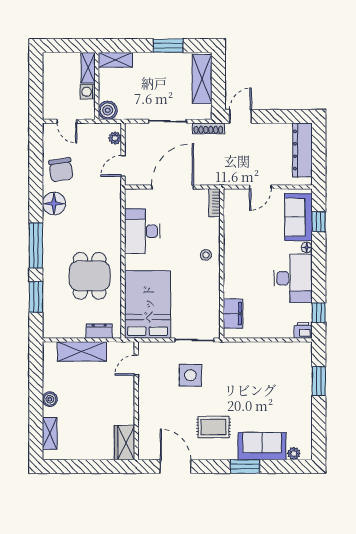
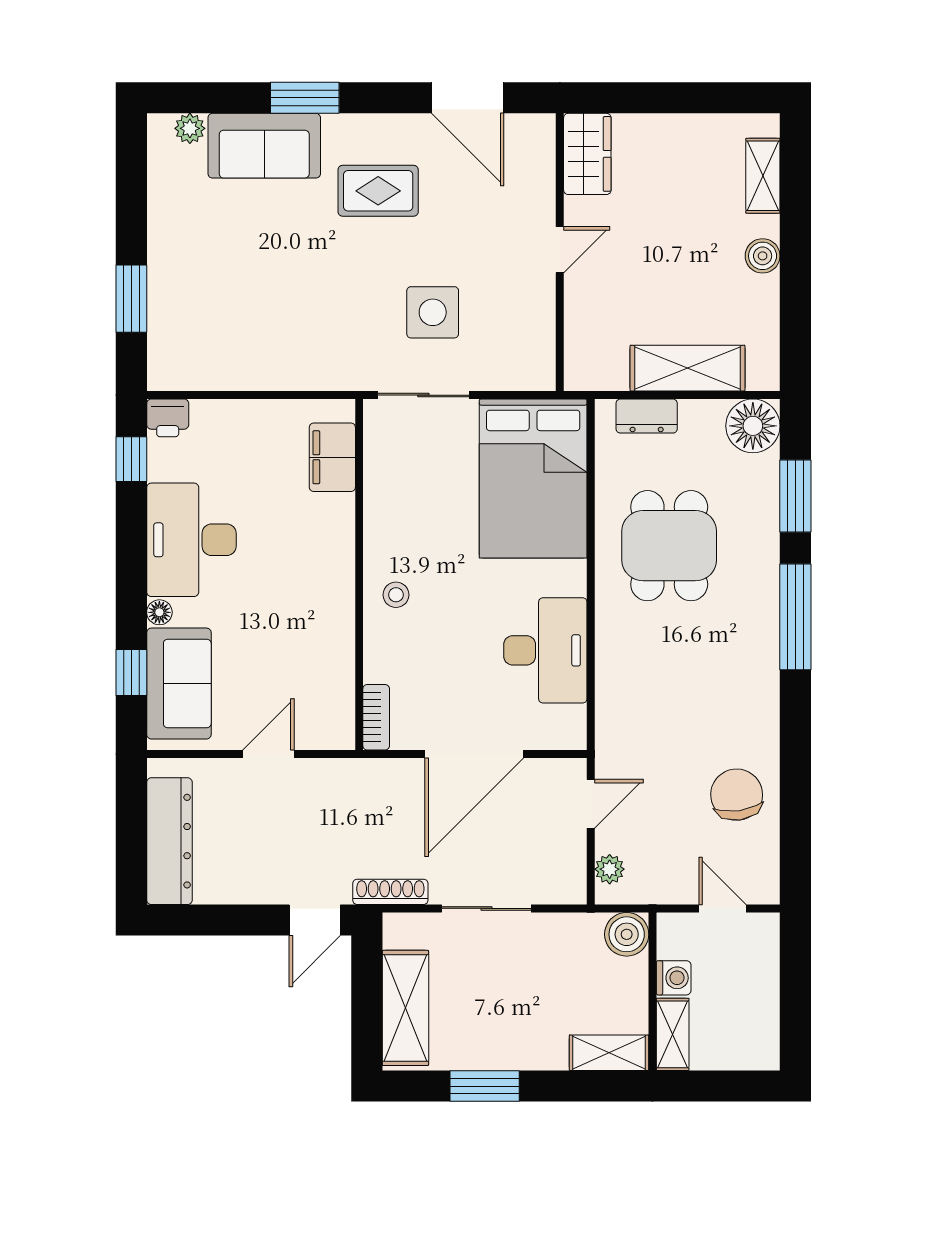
floor lamp: (54, 204) -> (753, 426), moved
door: (136, 365) -> (560, 250), moved

